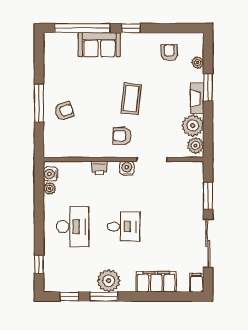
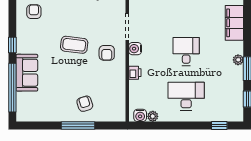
armchair: (169, 53) -> (34, 12), turned 90
plant: (109, 281) -> (238, 60), width x0.53, depth x0.53

